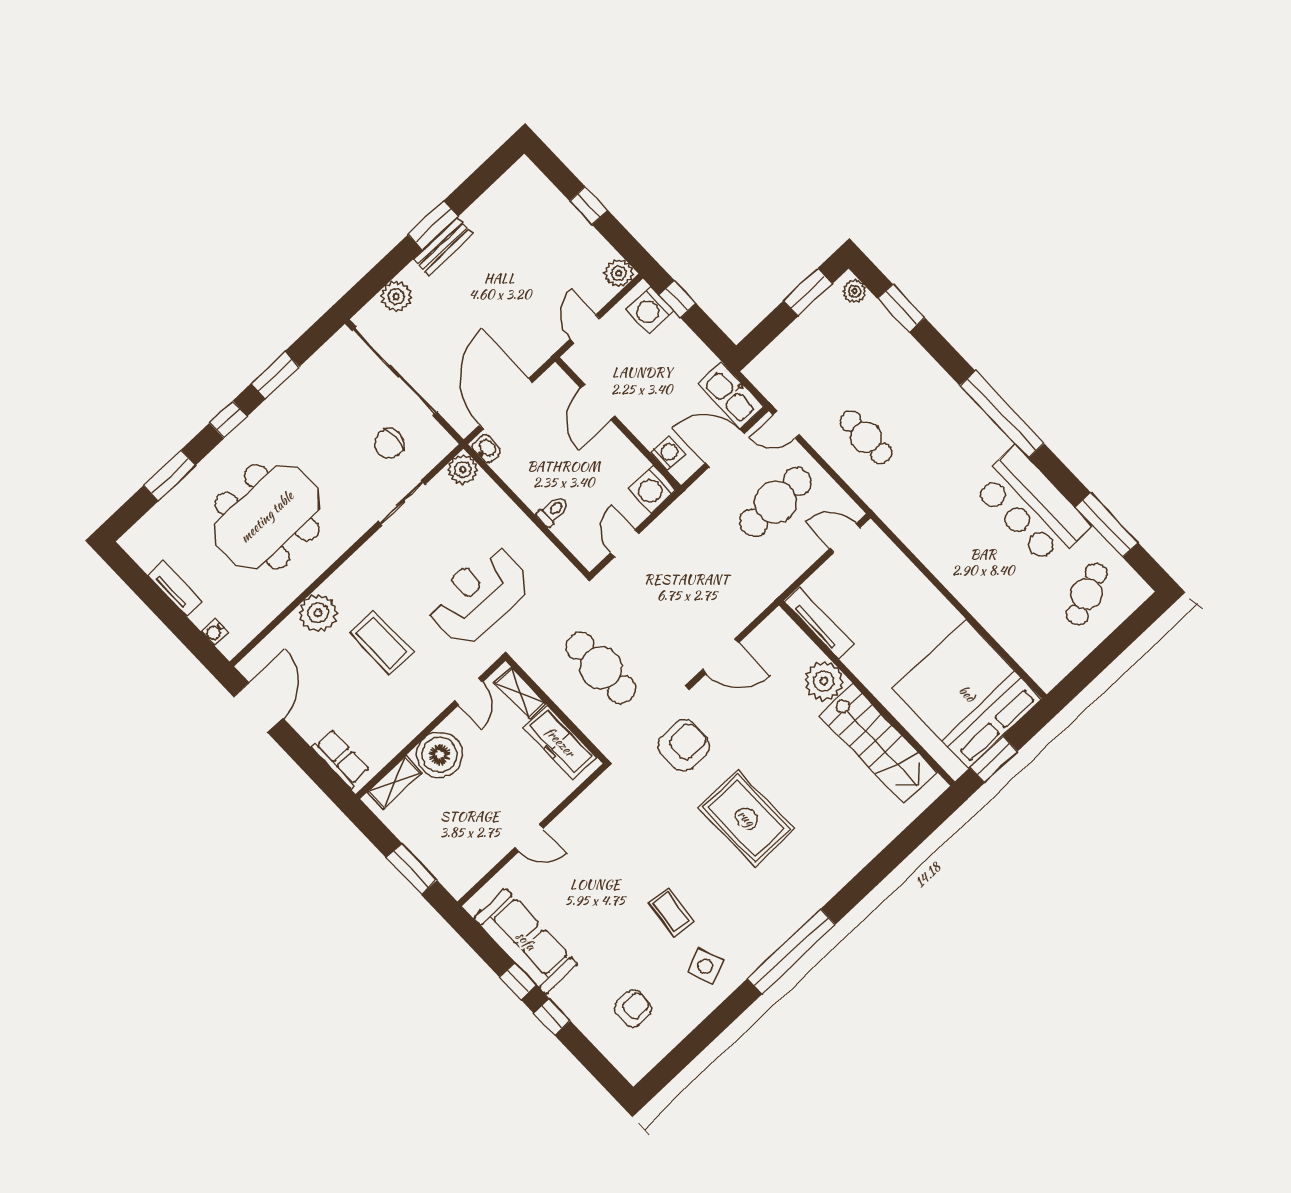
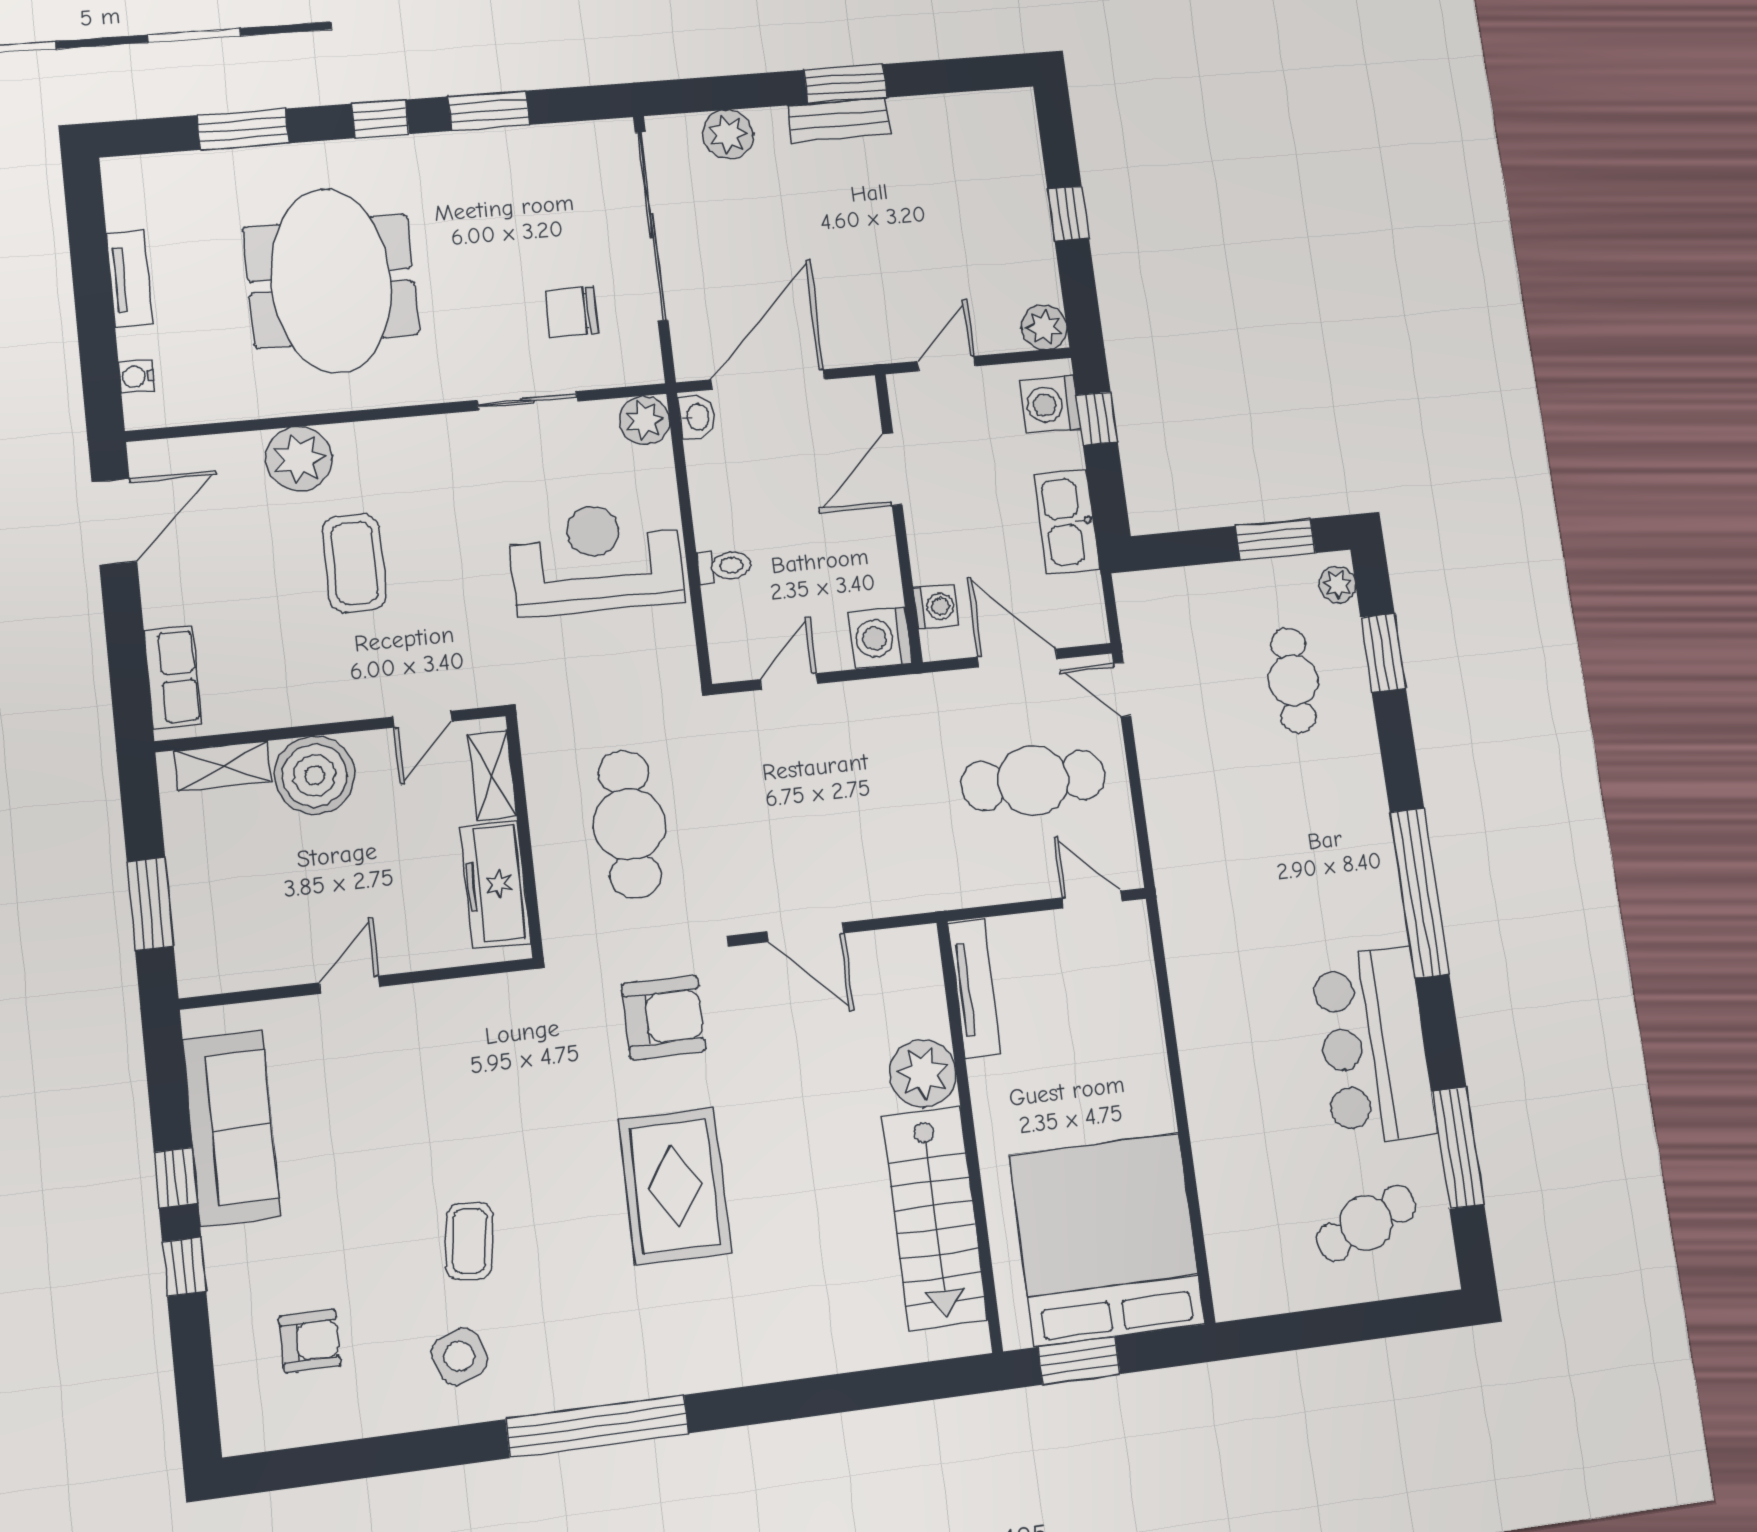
kitchen sink: (731, 395) -> (1067, 522), moved
cafe table: (866, 437) -> (1293, 680), moved
meeting table: (267, 517) -> (331, 281), turned 90
reception desk: (479, 595) -> (596, 558), moved
door: (529, 838) -> (350, 985), swing flipped

